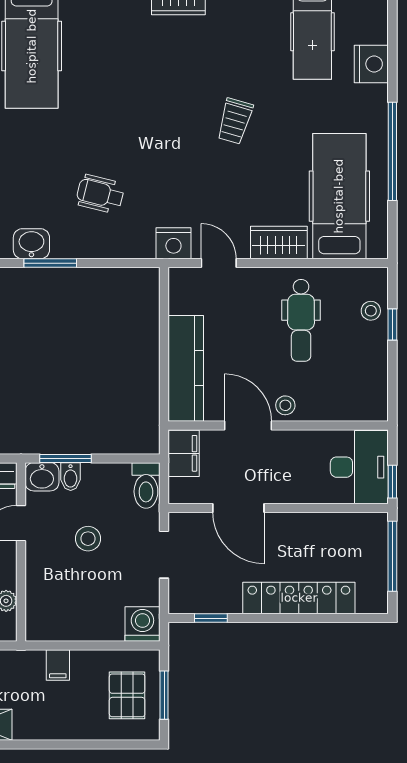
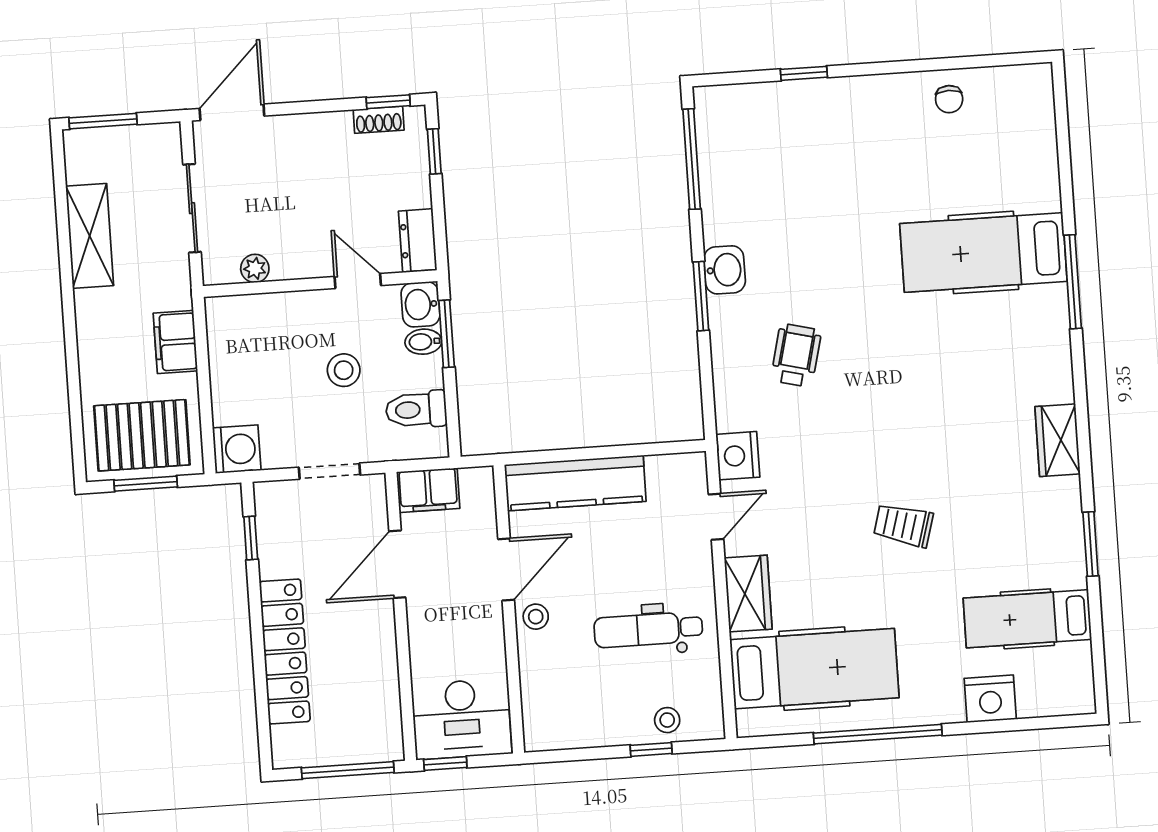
filing cabinet: (184, 453) -> (428, 490), moved
toilet: (146, 485) -> (416, 410), moved
filing cabinet: (58, 665) -> (175, 342), width x2.00
pallet: (127, 695) -> (142, 435), width x1.50, depth x1.42

